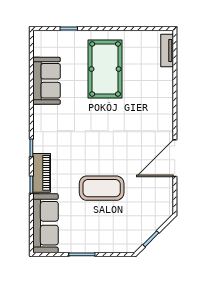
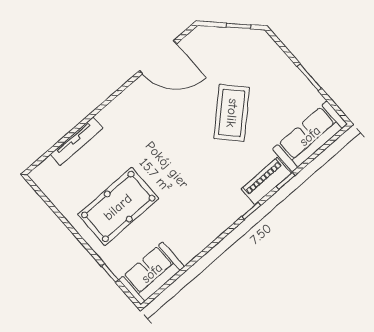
tv unit: (167, 51) -> (77, 141), moved, width x1.41
sofa: (47, 81) -> (152, 273), moved
door: (175, 158) -> (158, 57), moved
coffee table: (102, 188) -> (232, 113), turned 47

